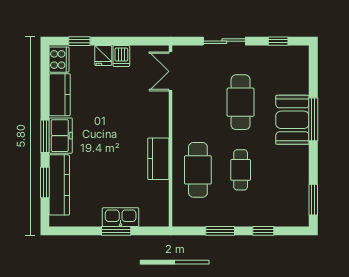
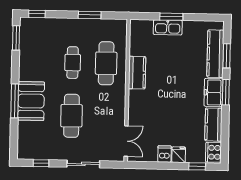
window: (263, 231) -> (37, 14), moved

